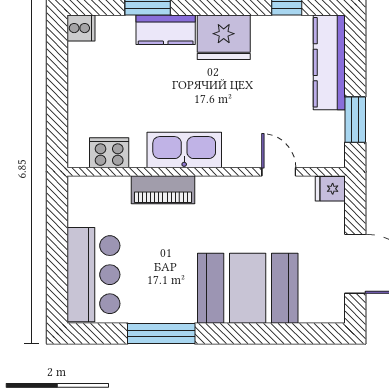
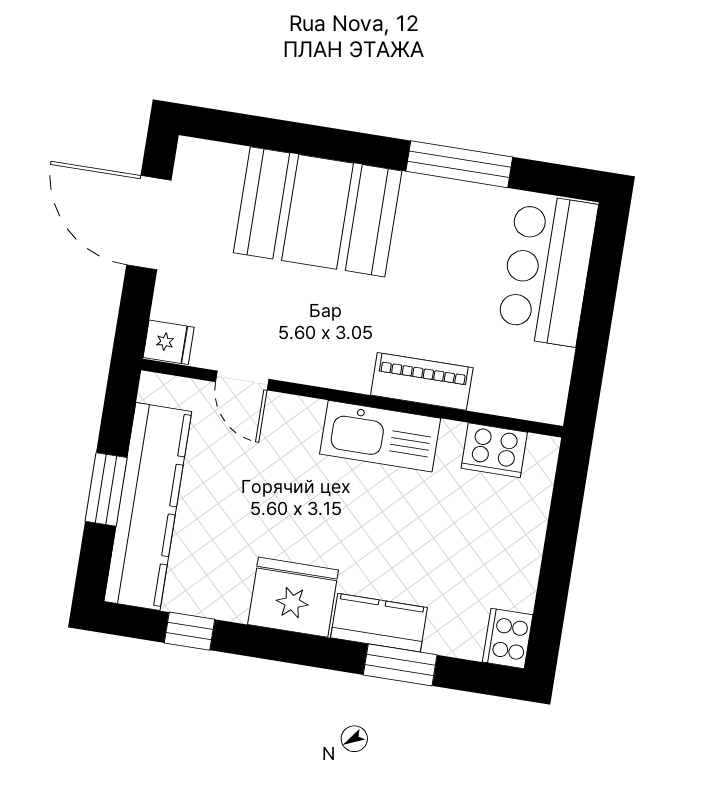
cooker: (81, 28) -> (508, 638), width x1.36
kitchen counter: (329, 62) -> (148, 506), width x1.39, depth x1.17
window: (355, 120) -> (106, 489), moved

